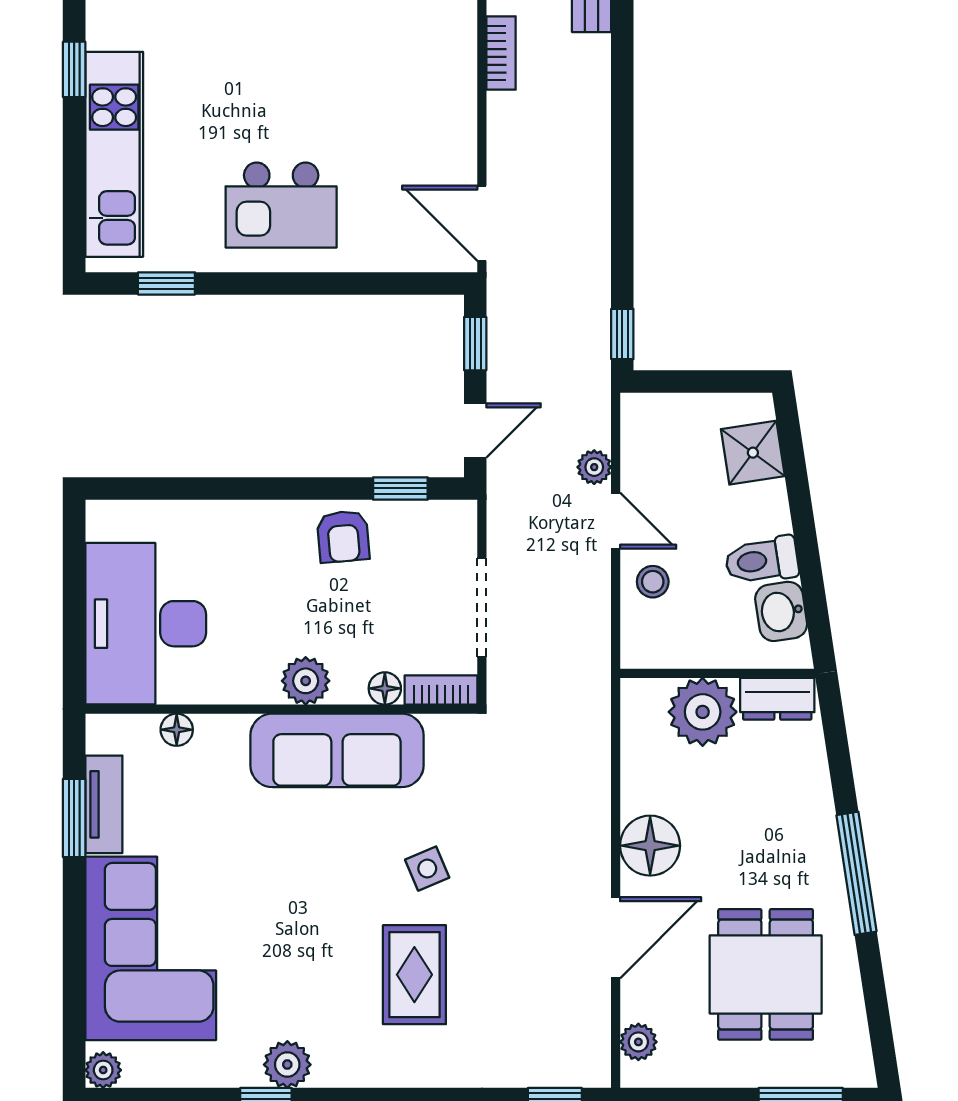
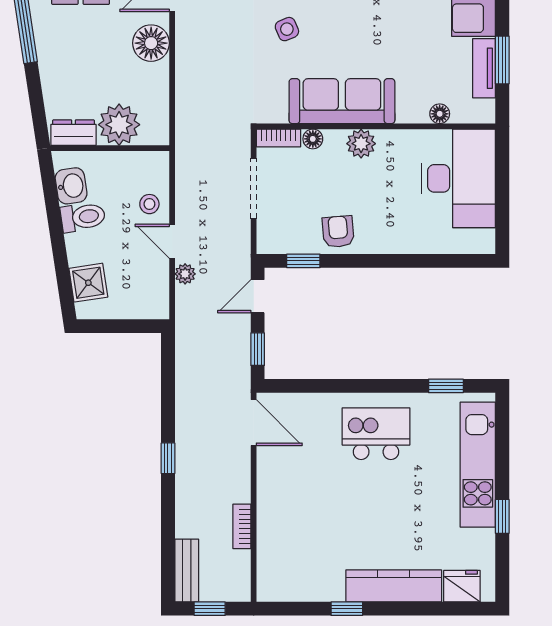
window: (622, 334) -> (168, 458), moved

